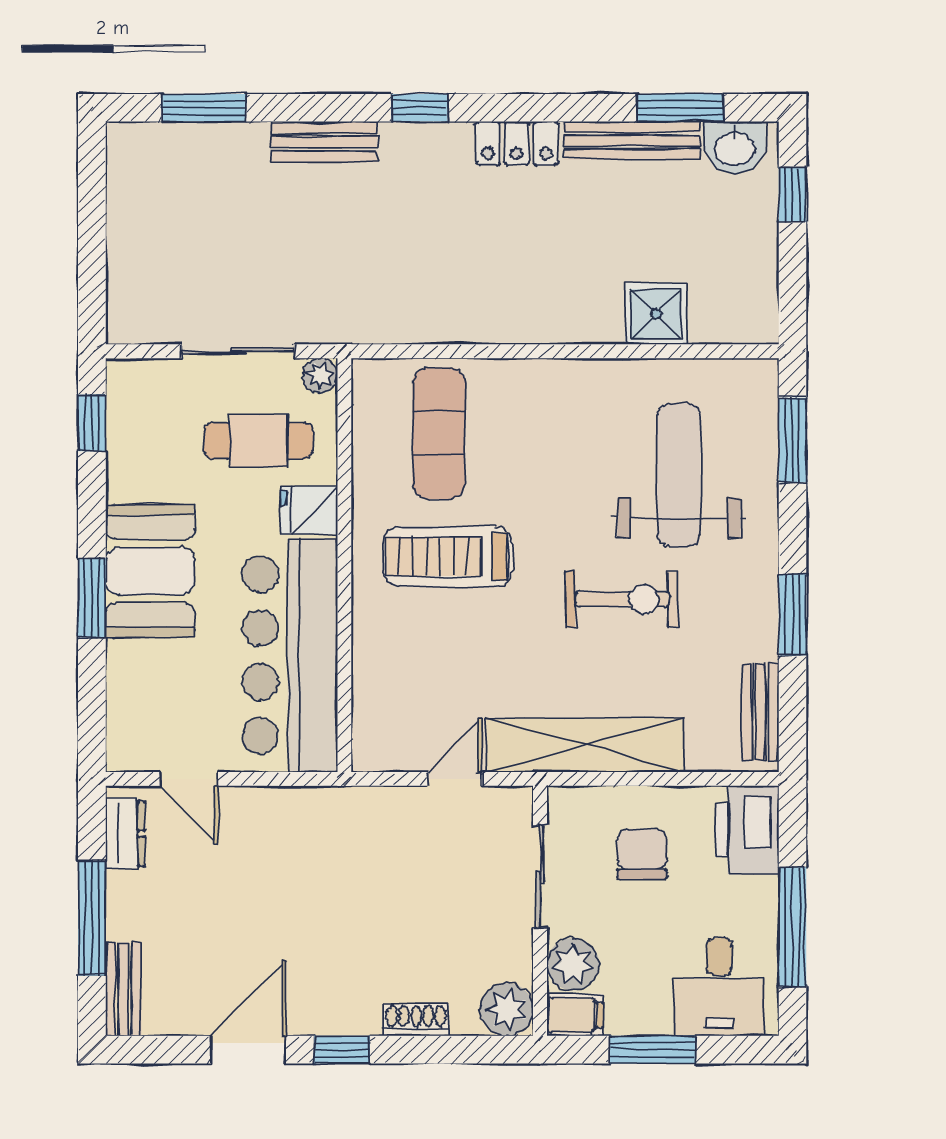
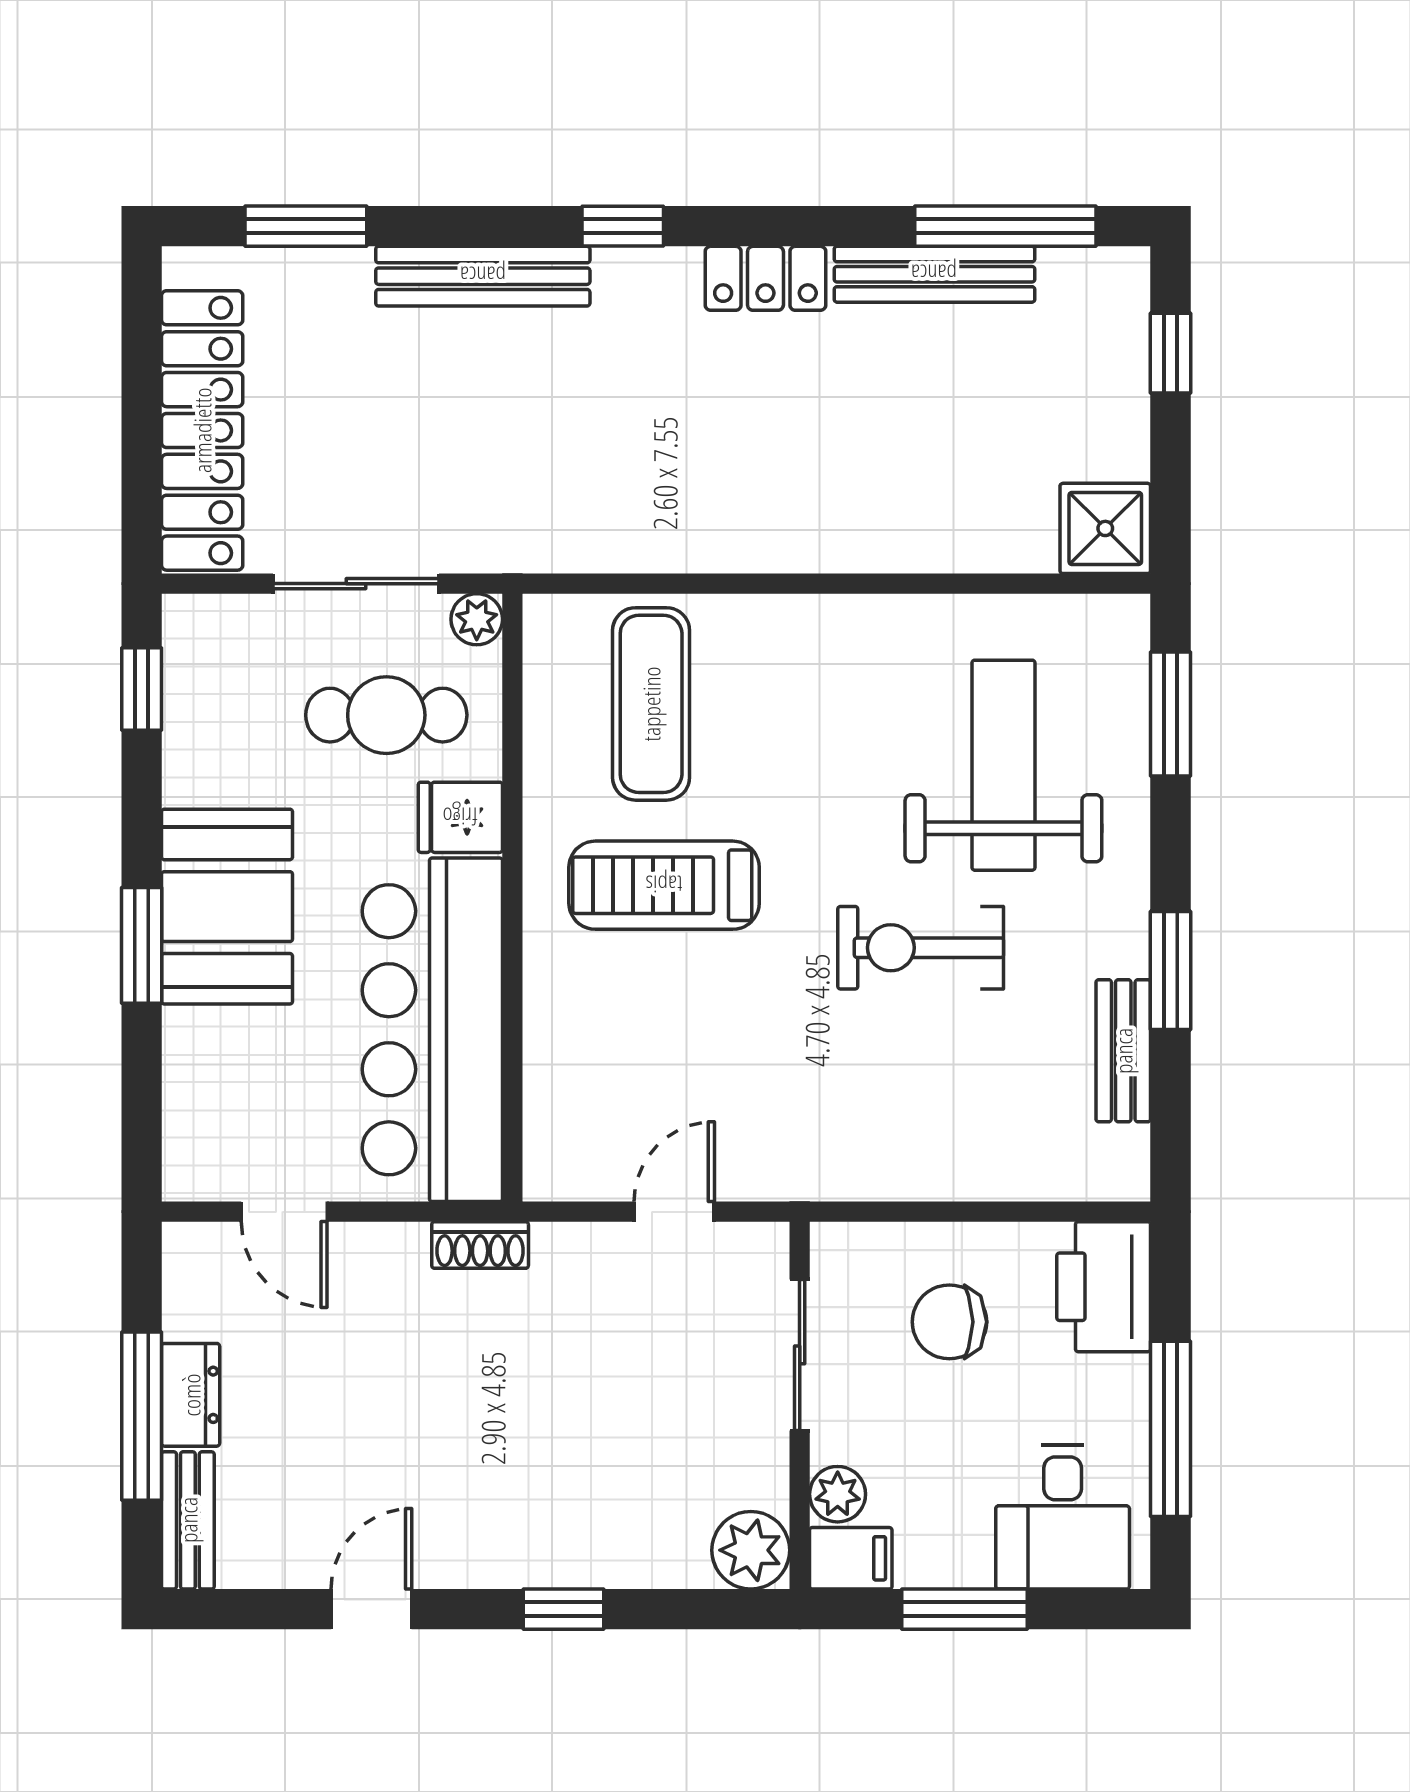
window: (680, 108) -> (1005, 226), width x1.44
bench: (324, 142) -> (483, 276), width x1.36
washbasin: (735, 148) -> (1086, 285), removed
locker: (133, 247) -> (202, 430), added
shower: (656, 314) -> (1105, 528), moved
exercise bike: (622, 599) -> (921, 948), turned 180
bench: (760, 712) -> (1123, 1051), moved
shelving: (584, 745) -> (865, 1162), removed
dresser: (125, 834) -> (191, 1395), moved
chair: (642, 854) -> (949, 1322), turned -90
plant: (573, 964) -> (838, 1494), width x0.73, depth x0.73
shoe rack: (416, 1020) -> (480, 1245), moved, turned 180
door: (248, 1050) -> (371, 1609), width x0.73
window: (342, 1050) -> (564, 1609), moved

